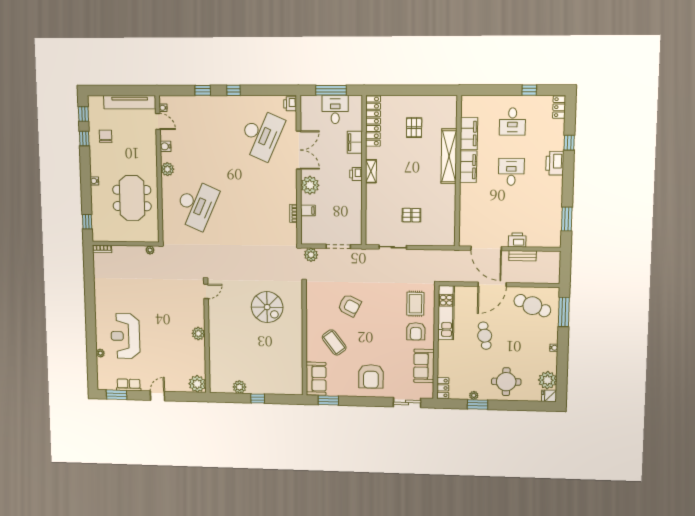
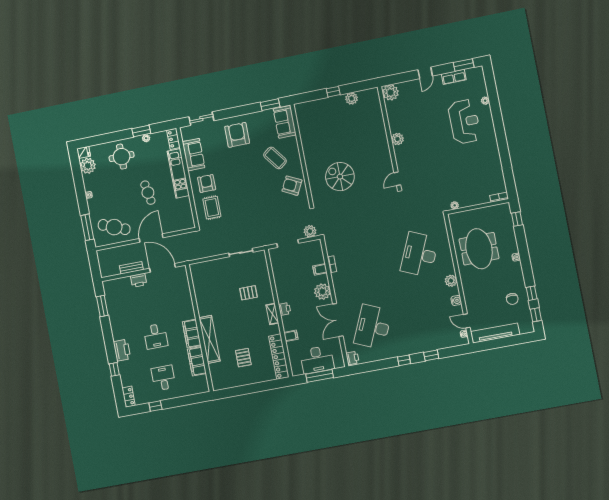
desk: (335, 109) -> (317, 360), width x1.37
filing cabinet: (355, 142) -> (291, 336), width x0.50
pallet: (411, 215) -> (248, 293), moved
armchair: (349, 305) -> (292, 186), moved
kitchen unit: (446, 313) -> (178, 173), moved

